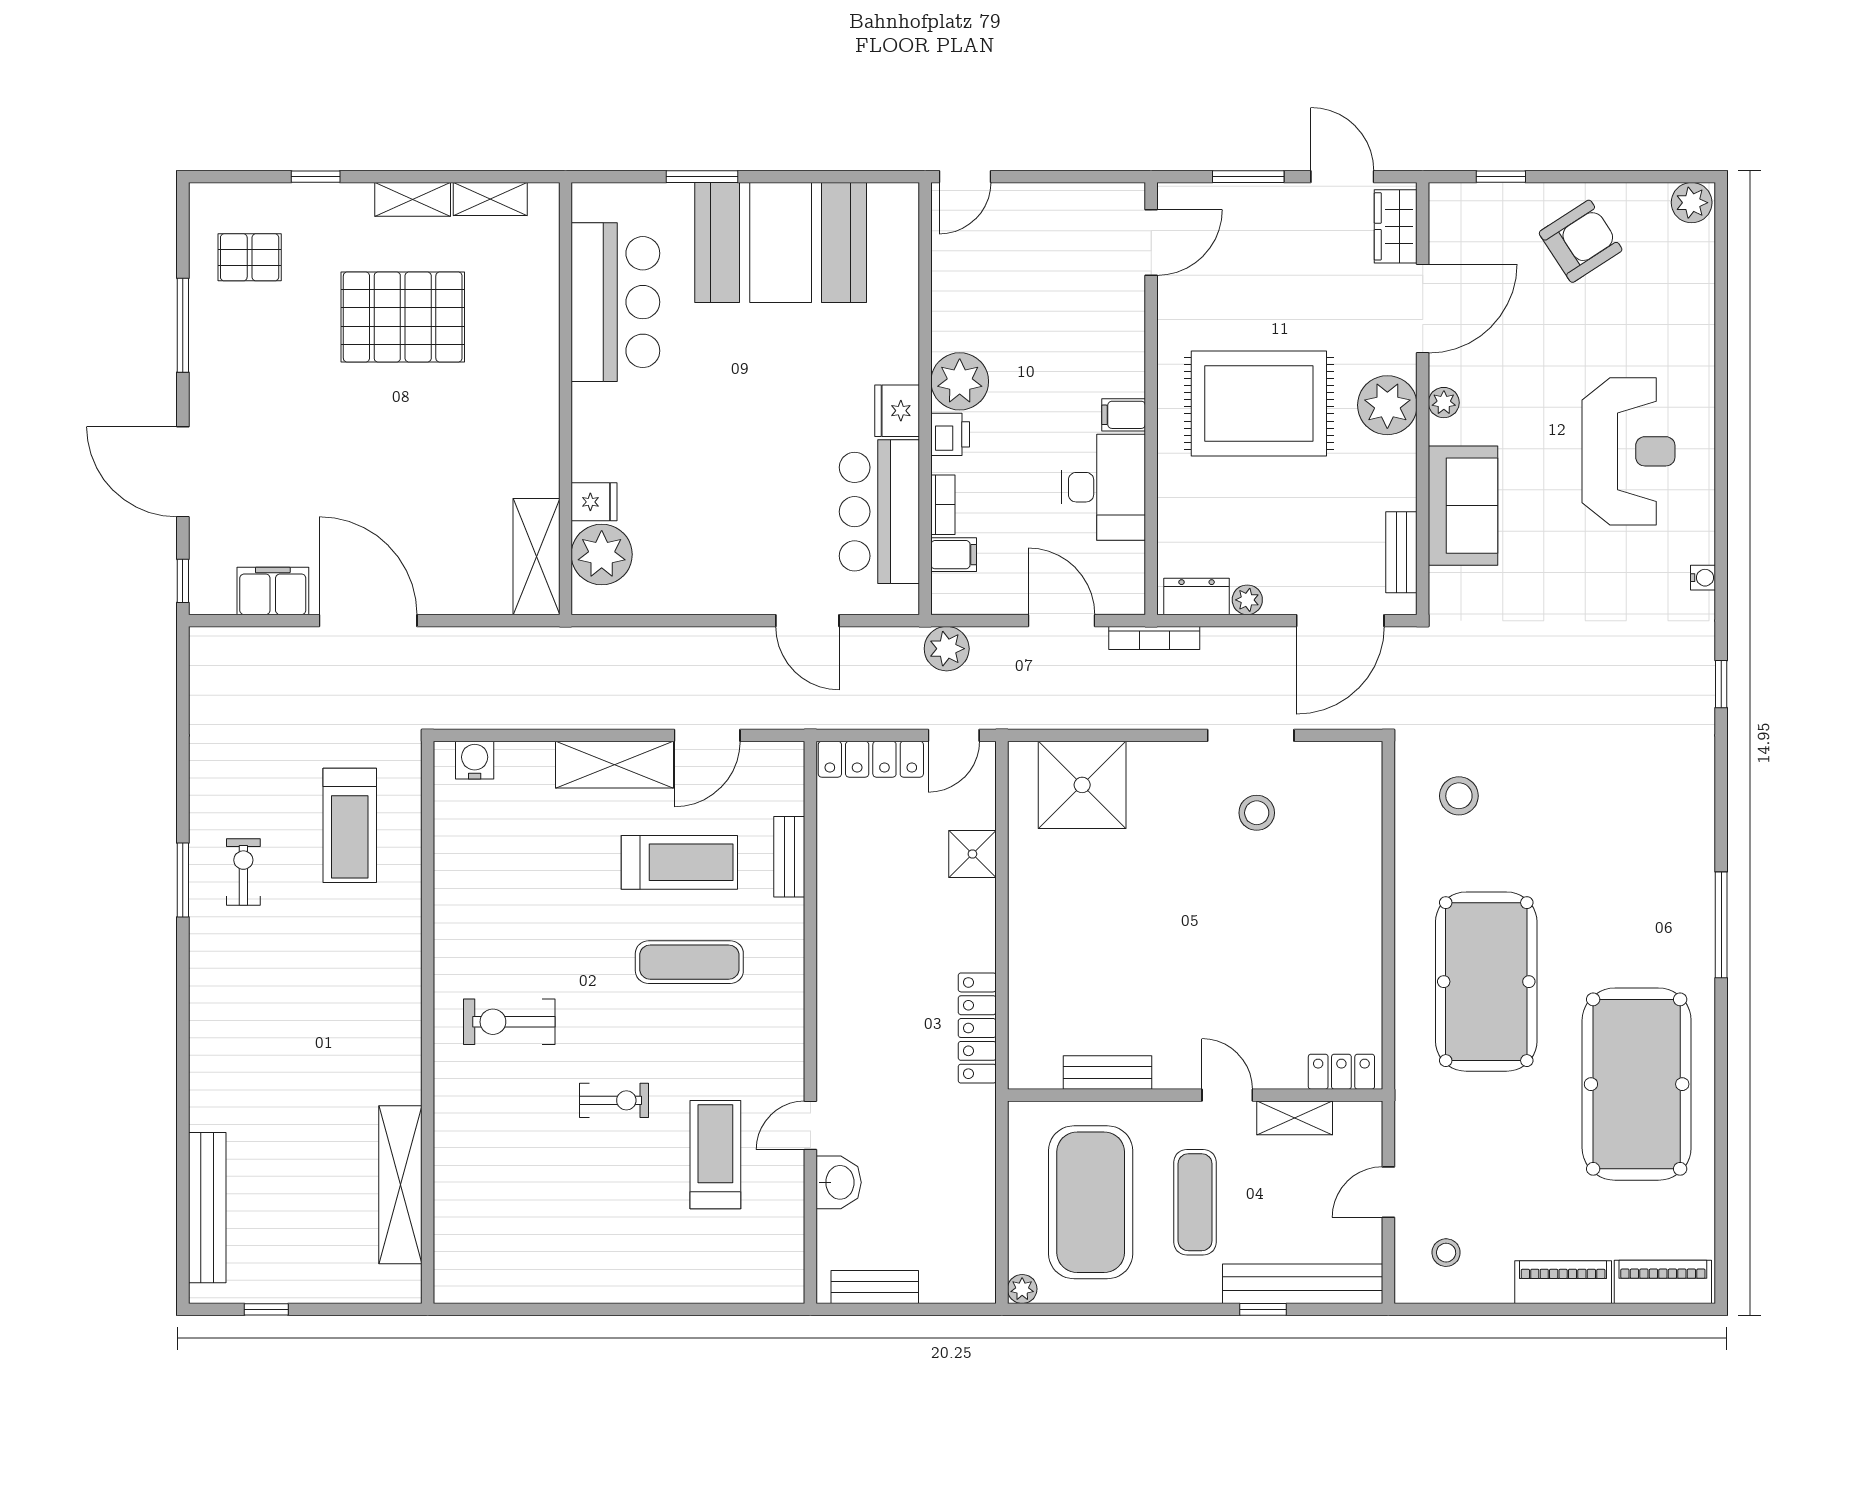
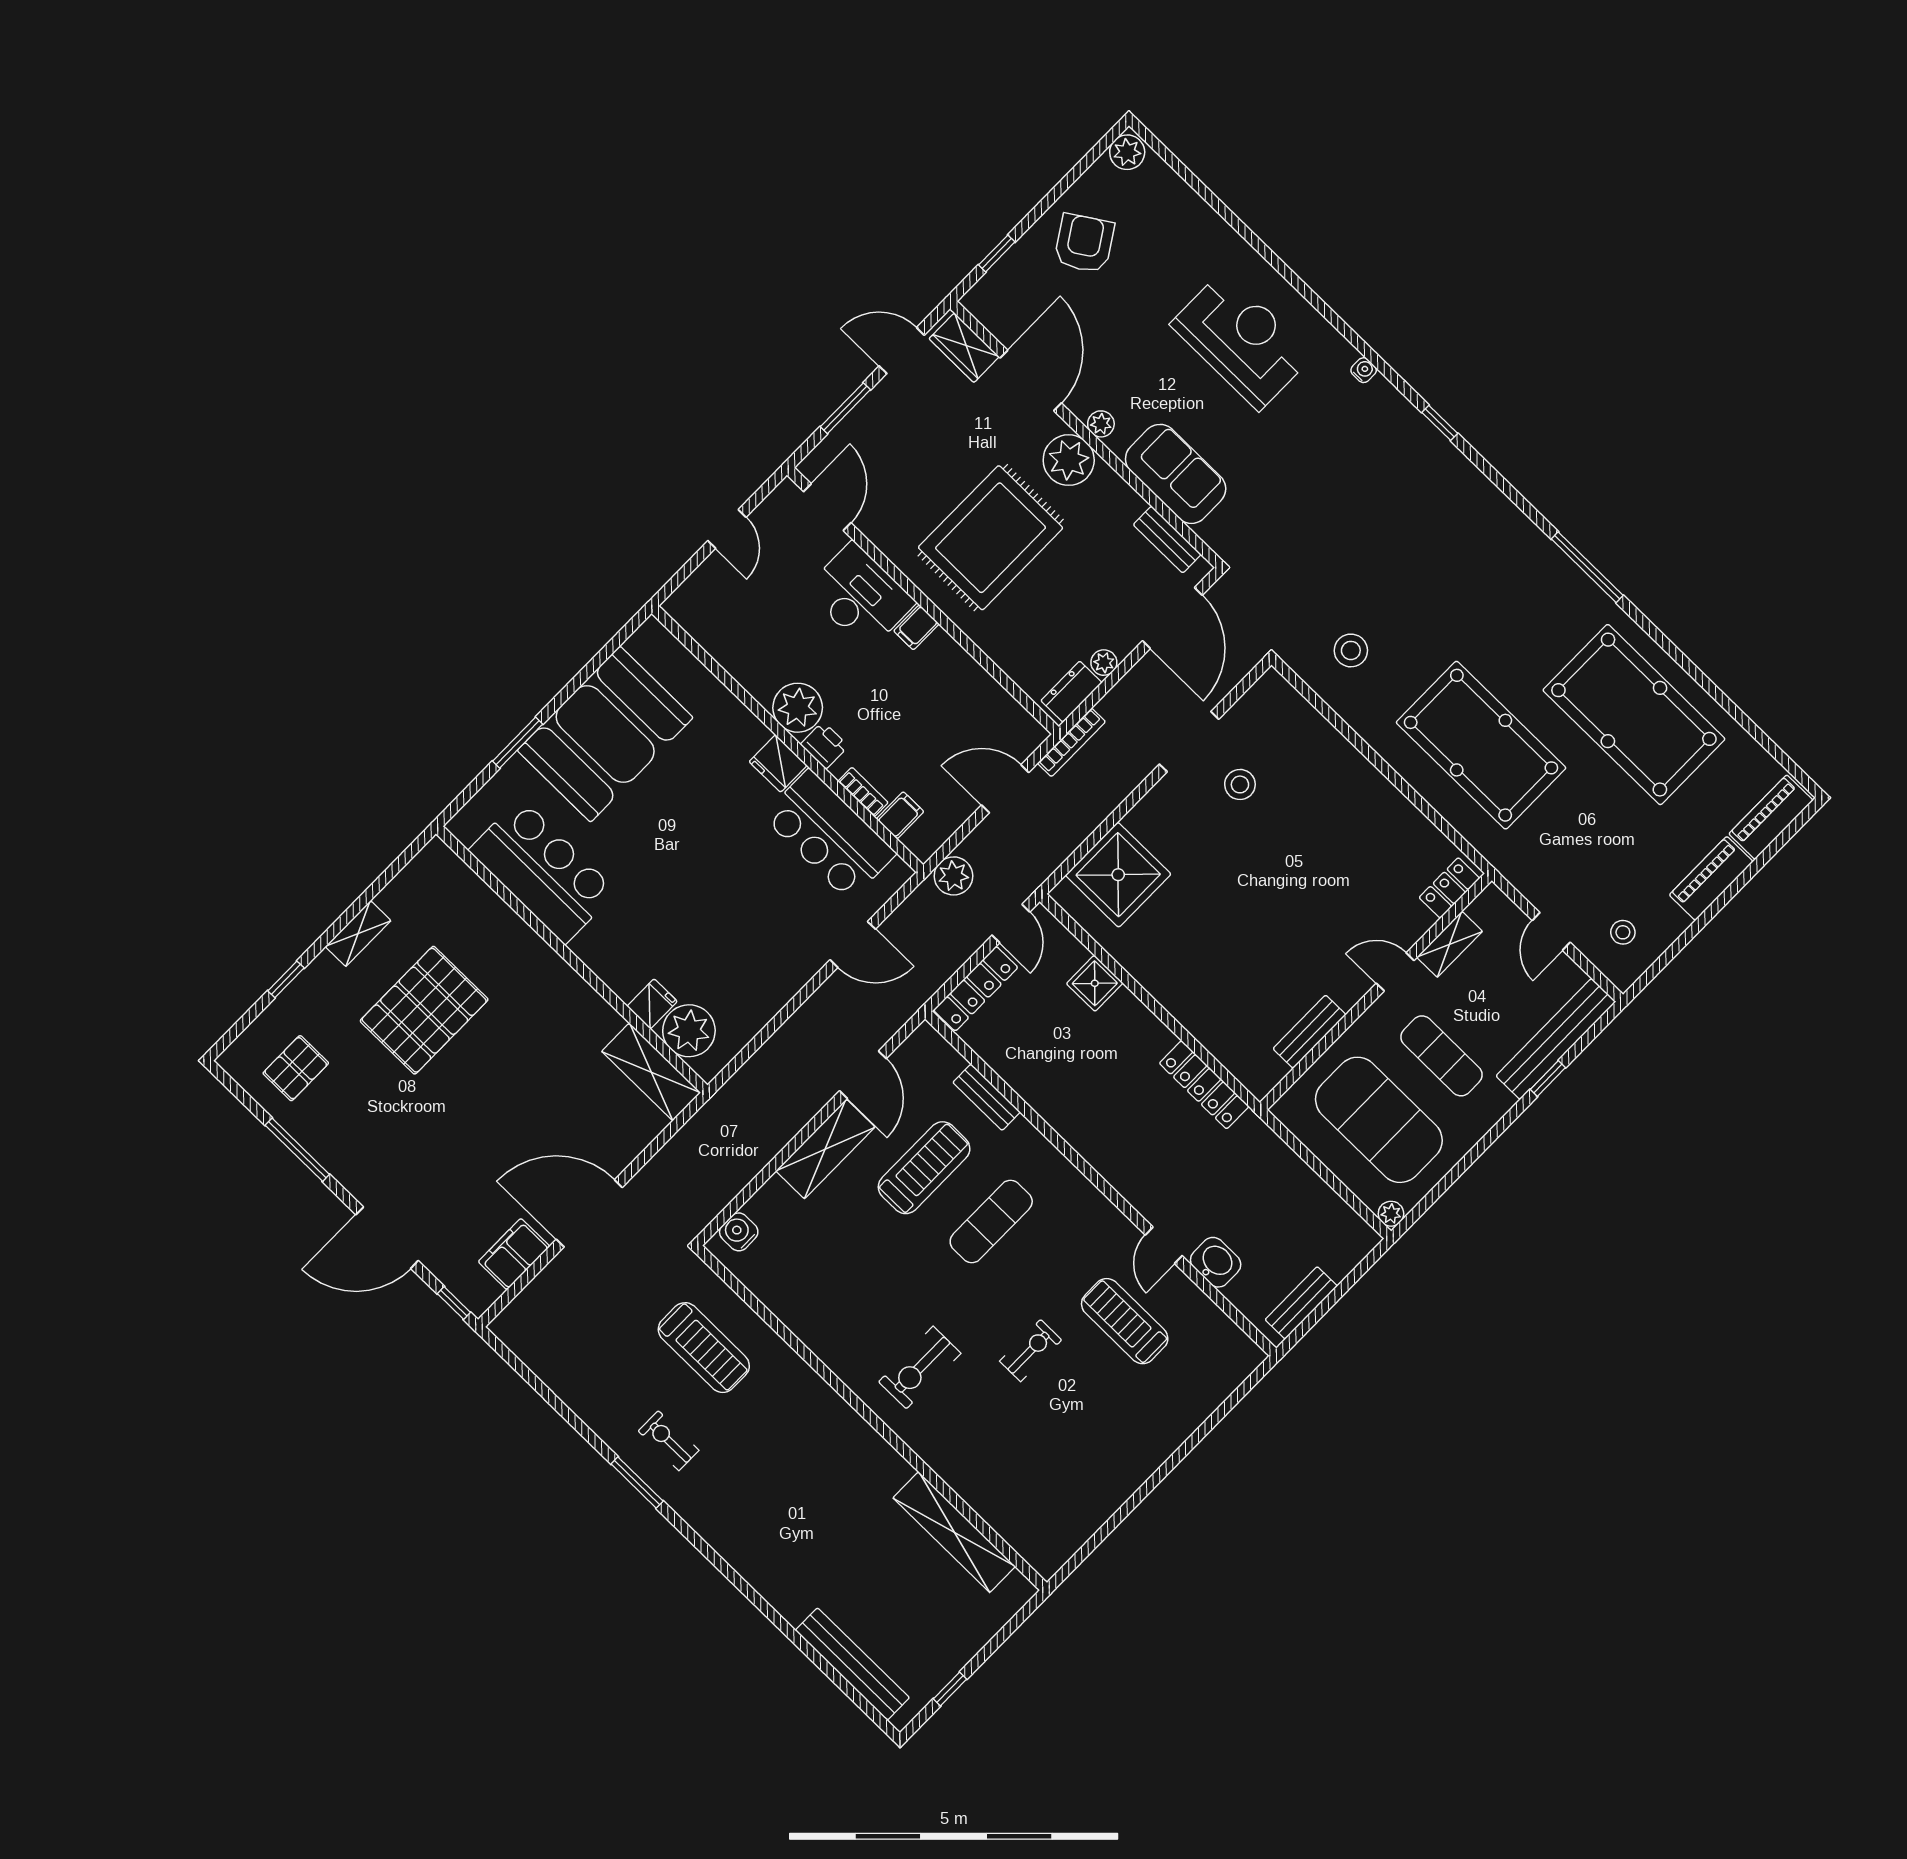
door: (965, 177) -> (727, 529), moved
shelving: (490, 199) -> (404, 886), removed
desk: (1104, 487) -> (860, 596), moved

